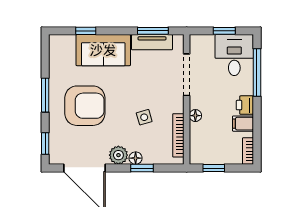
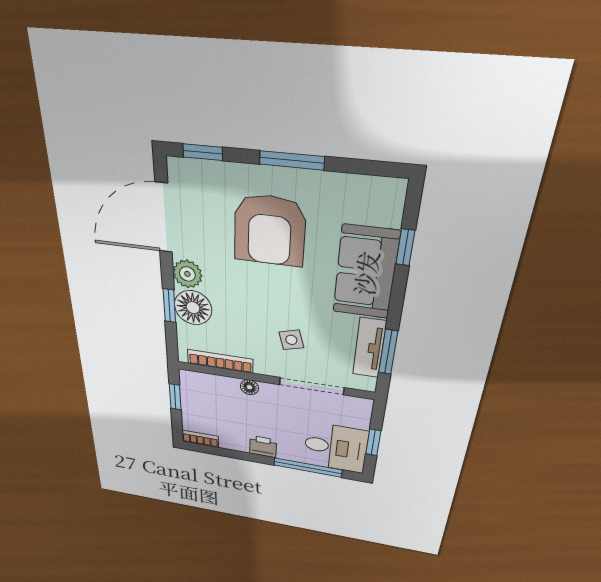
side table: (144, 117) -> (291, 340), moved
filing cabinet: (243, 124) -> (237, 440), removed
floor lamp: (136, 158) -> (193, 308), width x1.89, depth x1.89

